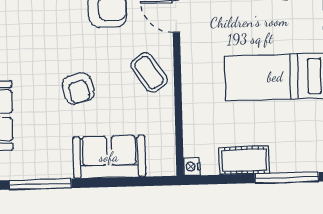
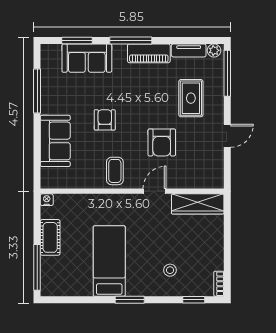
coffee table: (149, 72) -> (115, 171), turned -56
armchair: (78, 88) -> (105, 120), turned 104

